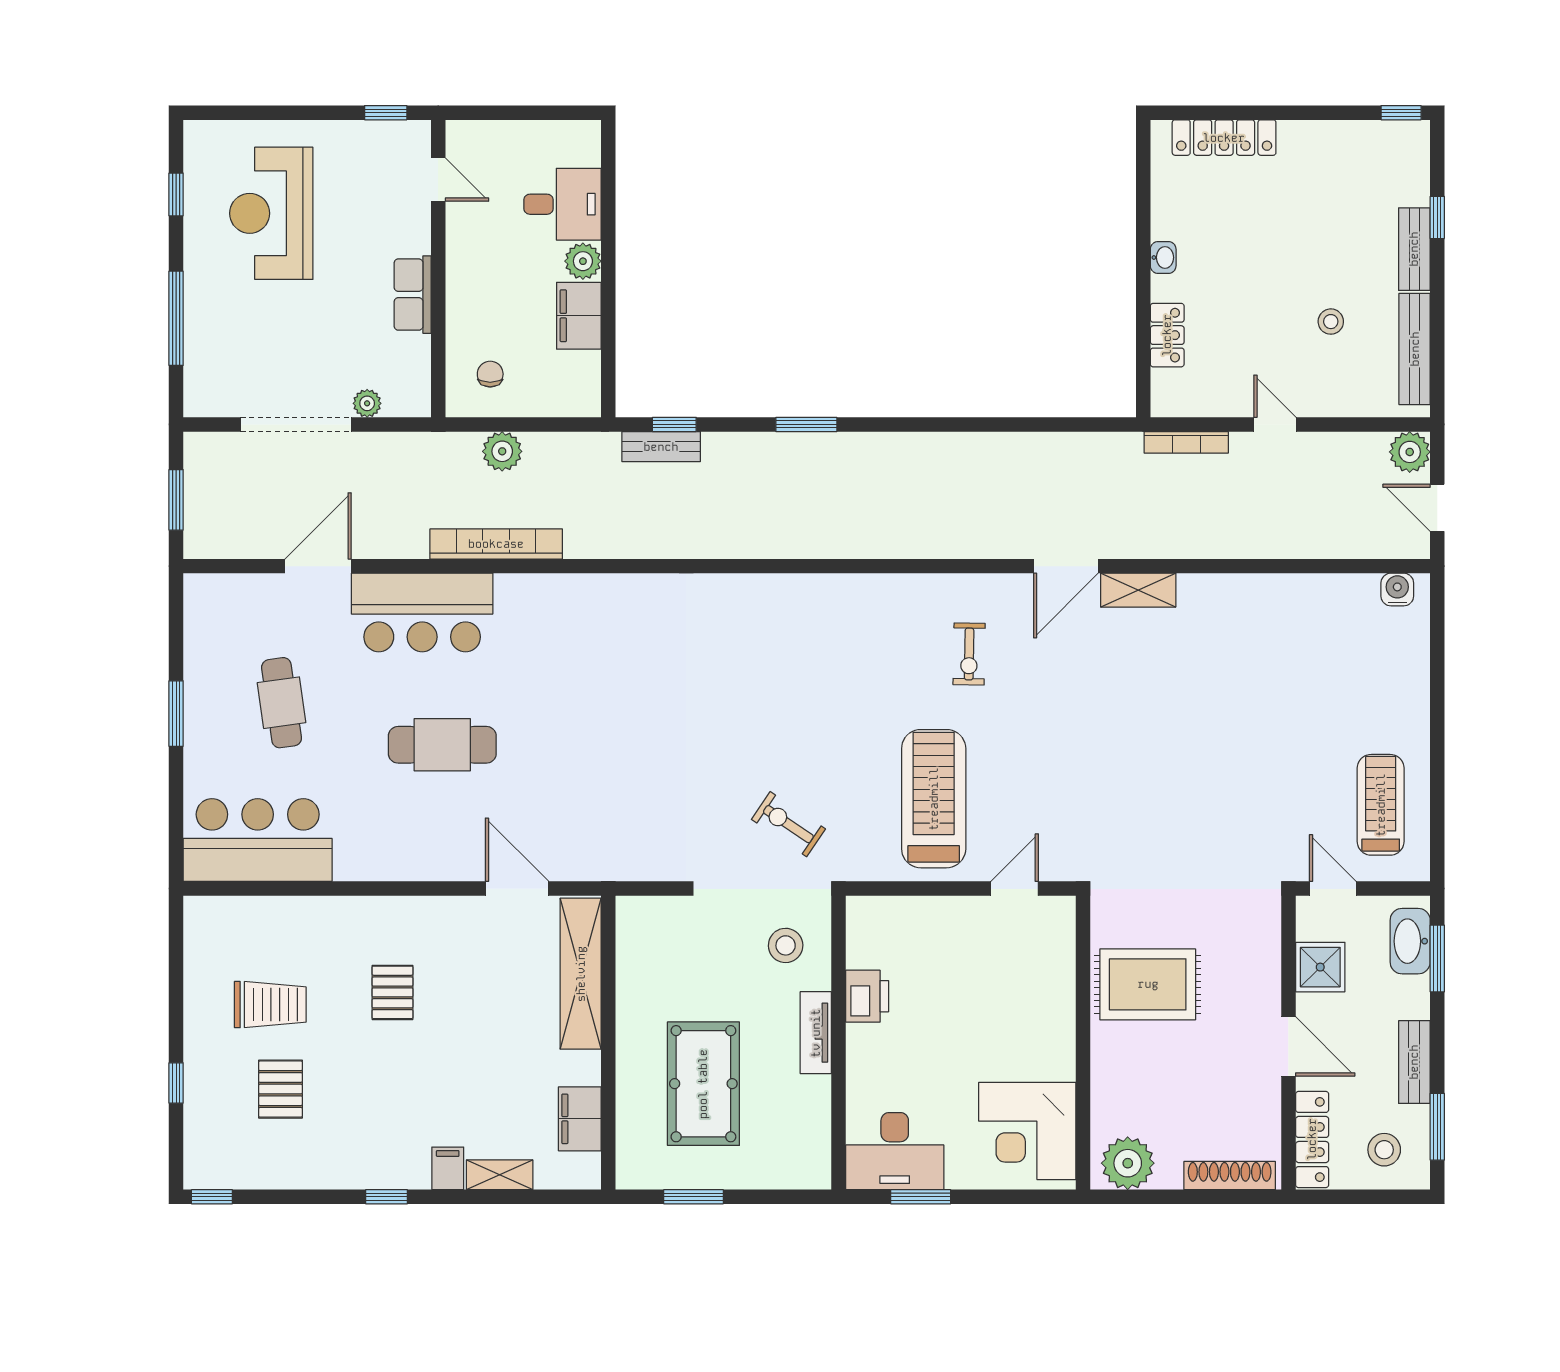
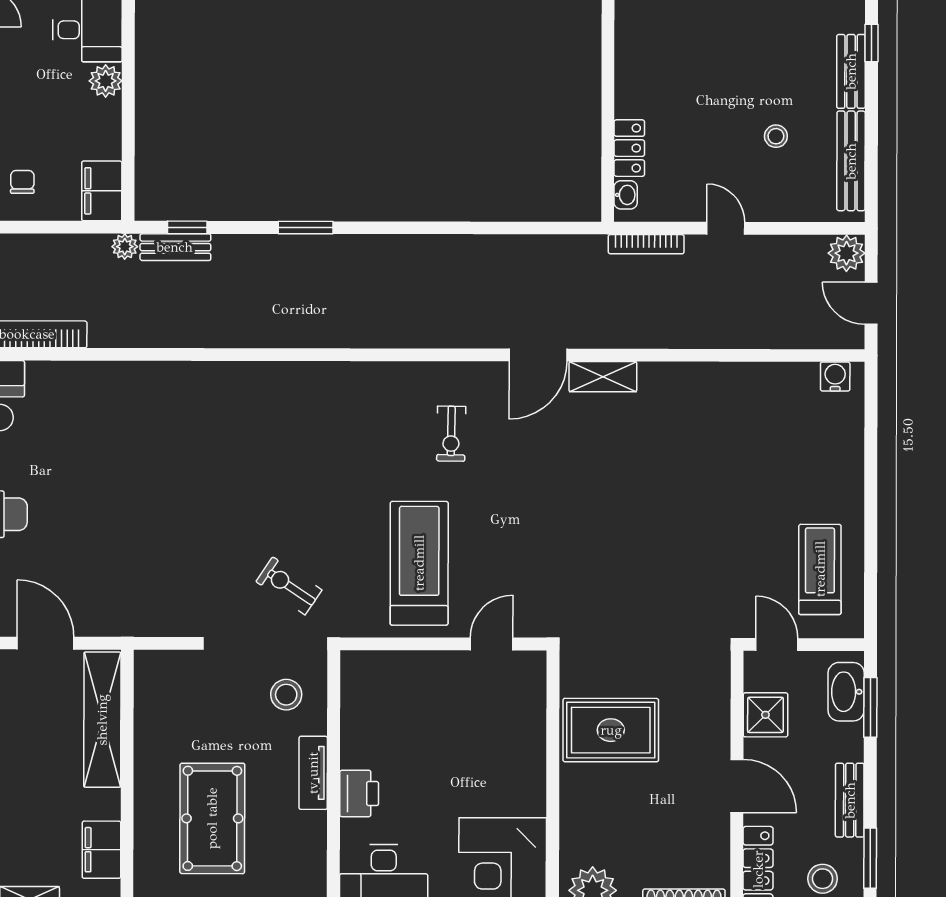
washbasin: (1163, 257) -> (626, 195), moved
filing cabinet: (579, 316) -> (102, 191), moved
plant: (502, 451) -> (125, 247), moved, width x0.73, depth x0.73
printer: (867, 996) -> (359, 794), moved

